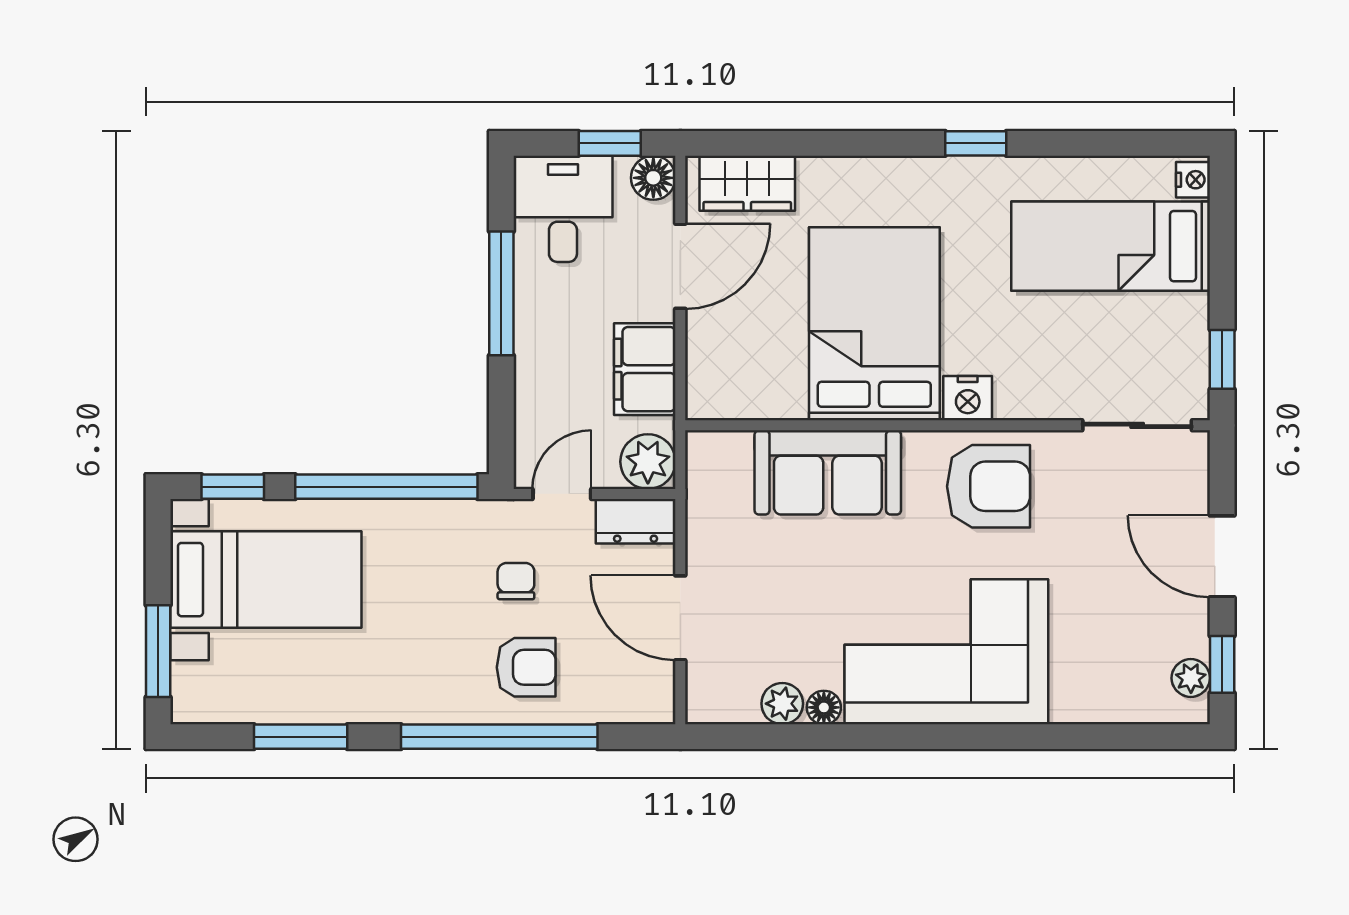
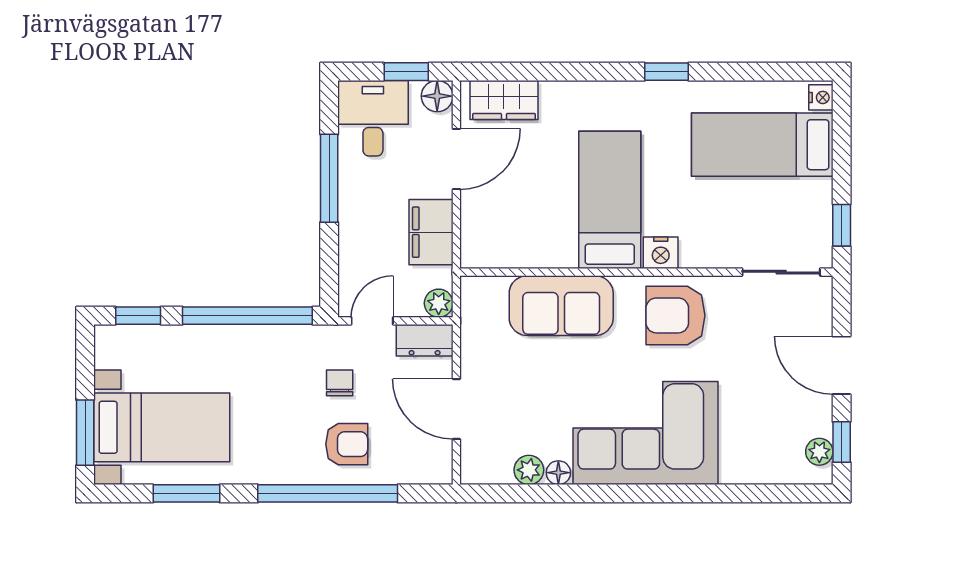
bed: (874, 324) -> (610, 200), width x0.67
plant: (648, 462) -> (439, 303), width x0.73, depth x0.73
armchair: (989, 486) -> (676, 315), turned 180
bed with nightstands: (266, 580) -> (162, 427), moved

